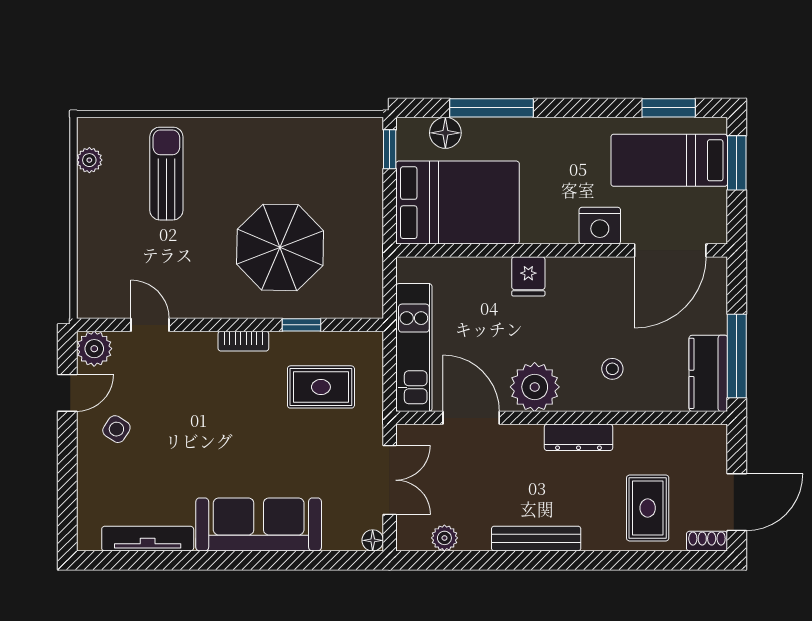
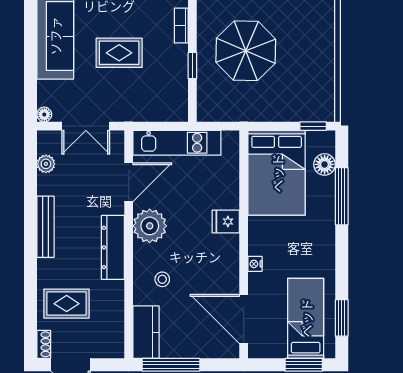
nightstand: (600, 226) -> (255, 264), width x0.53, depth x0.56
kitchen counter: (708, 373) -> (146, 332), moved, turned 90
rug: (321, 387) -> (119, 53), moved, turned 90
dresser: (578, 437) -> (113, 247), width x1.37, depth x1.24

